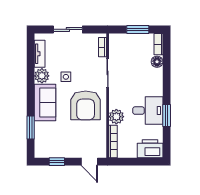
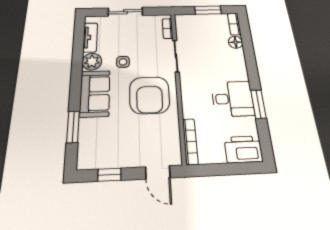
plant: (116, 117) -> (192, 108), removed

